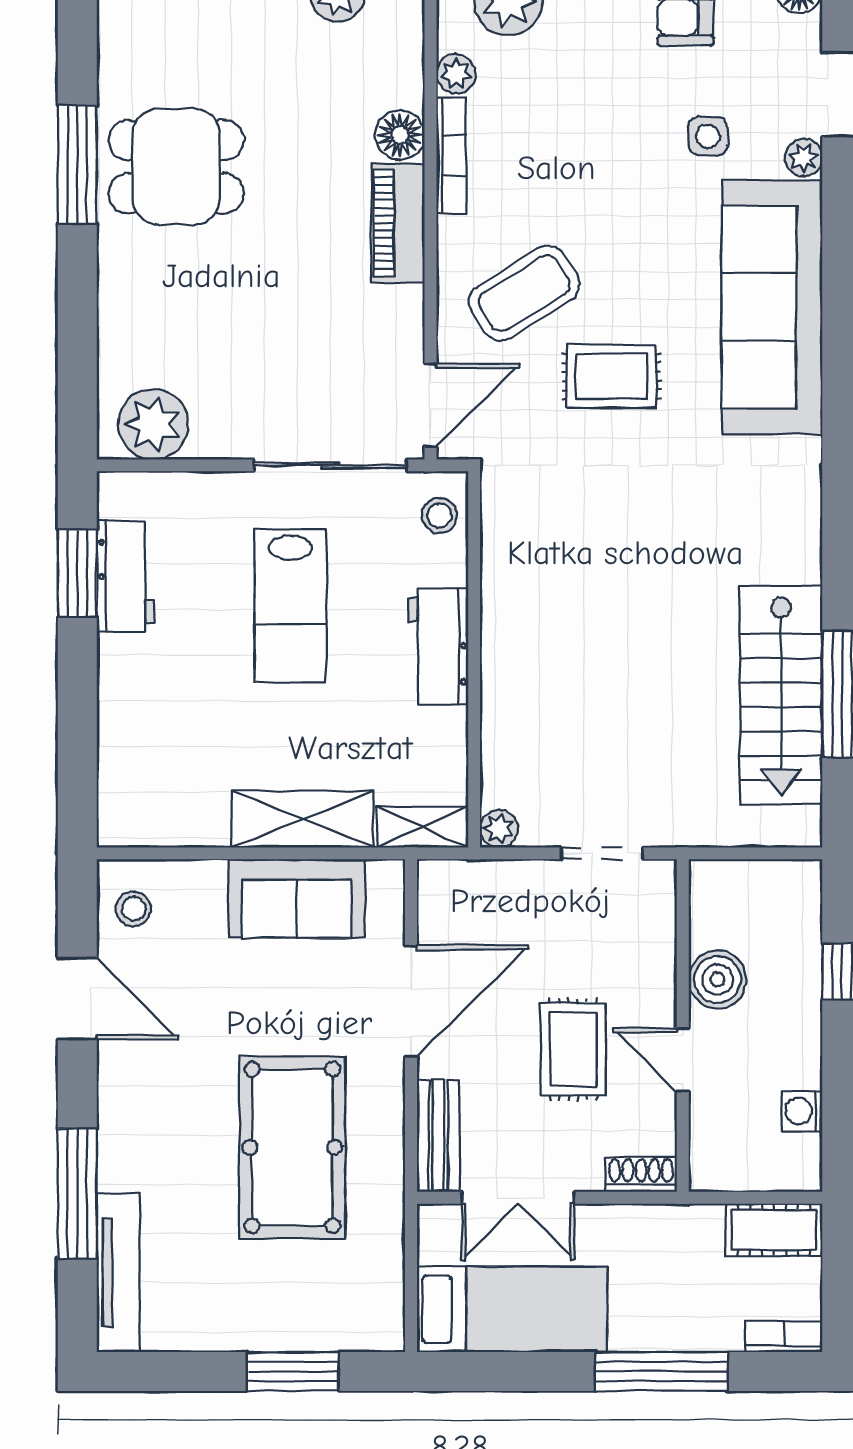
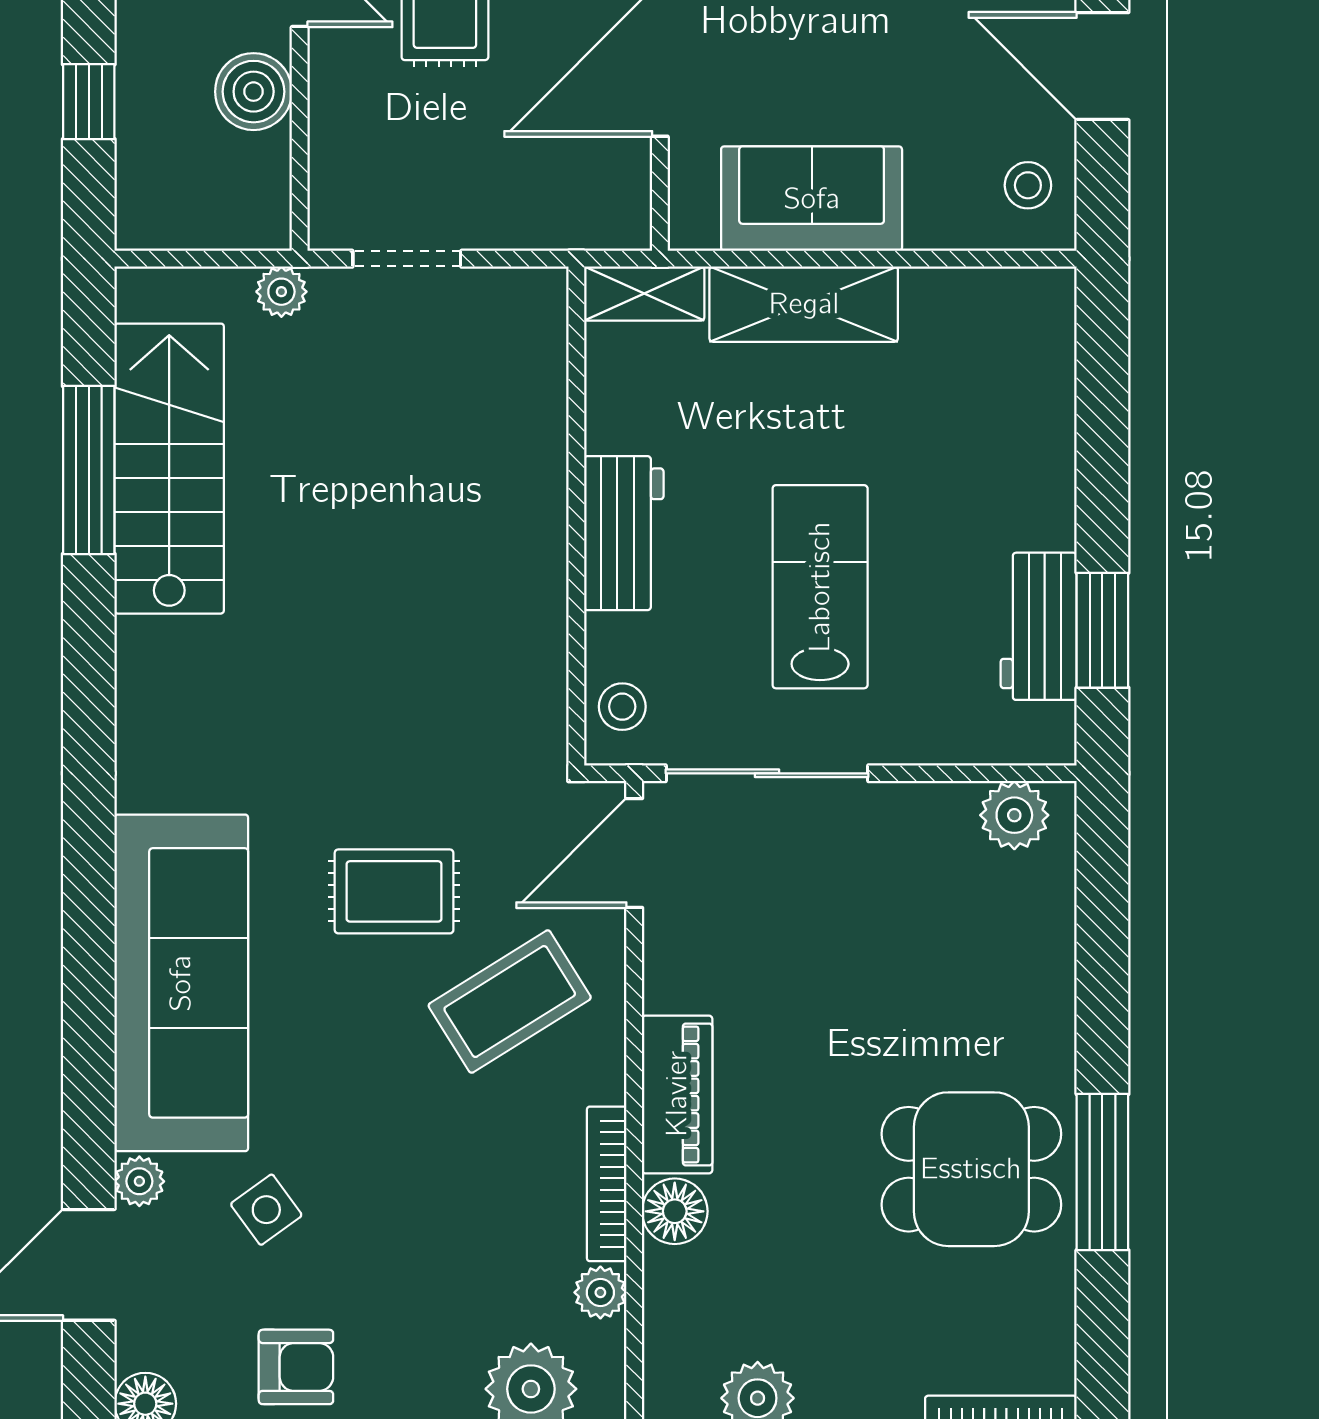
side table: (708, 136) -> (266, 1210), turned -36
plant: (153, 424) -> (1014, 815), width x0.73, depth x0.73
plant: (499, 829) -> (281, 292), moved

